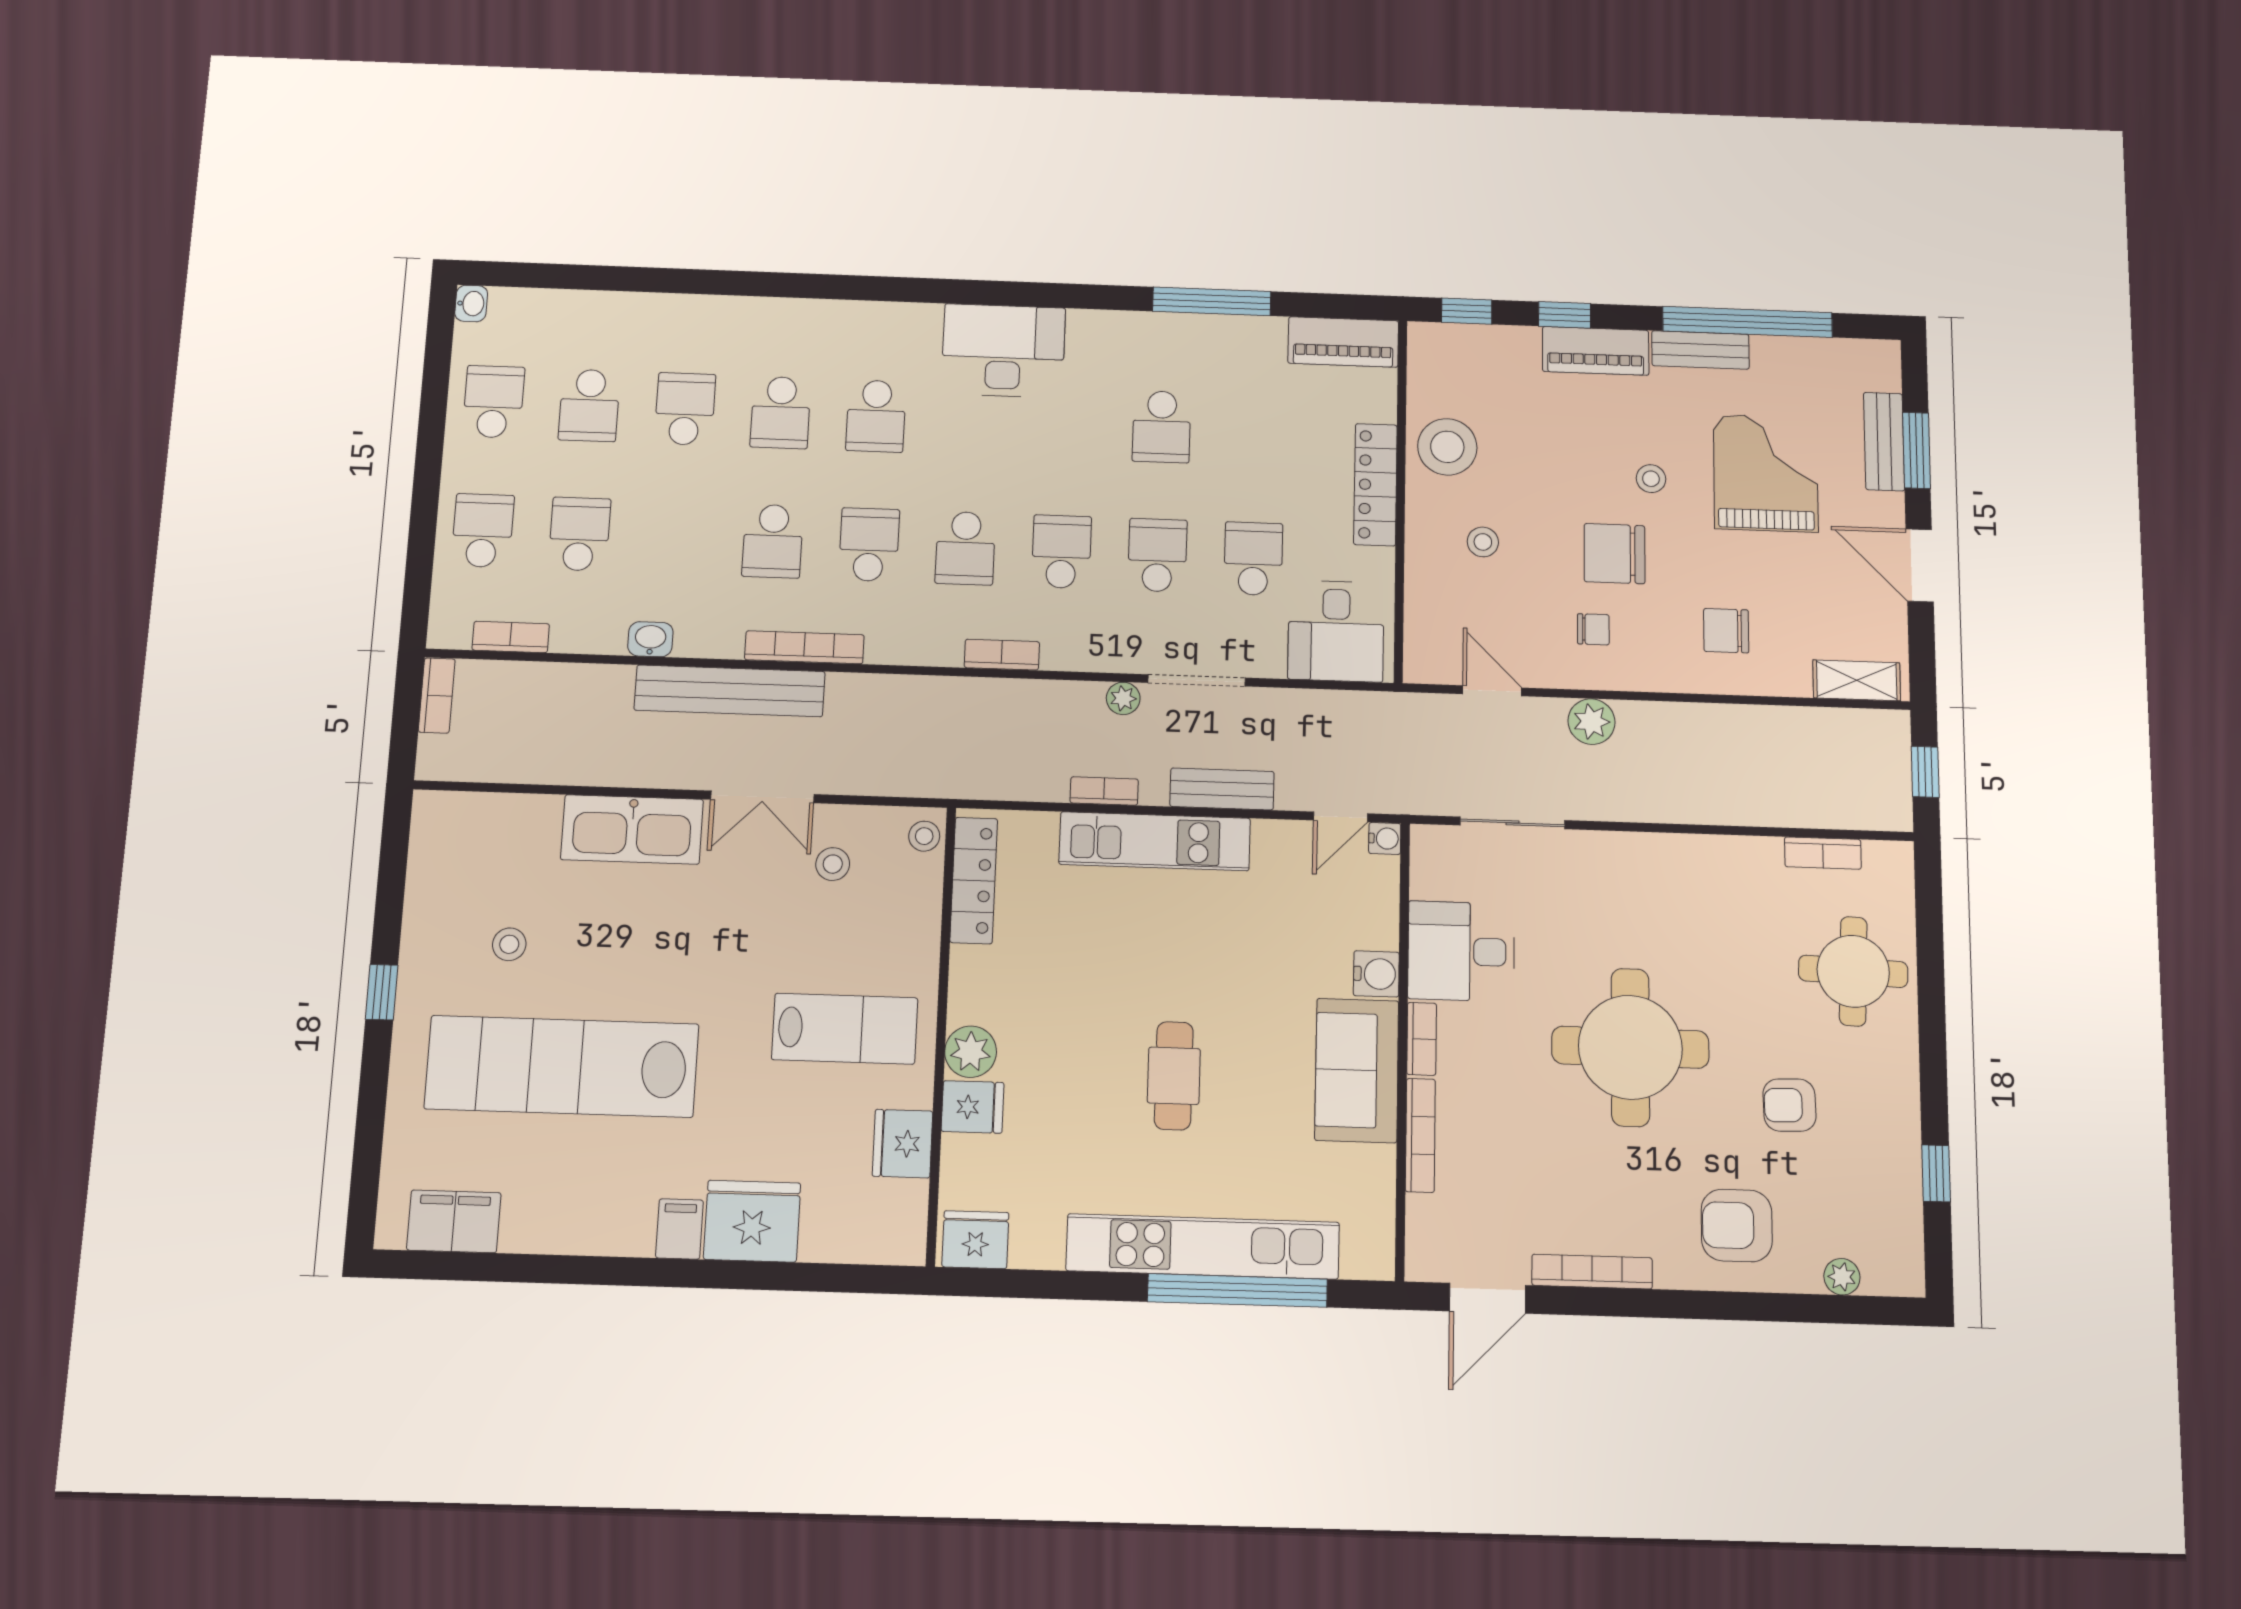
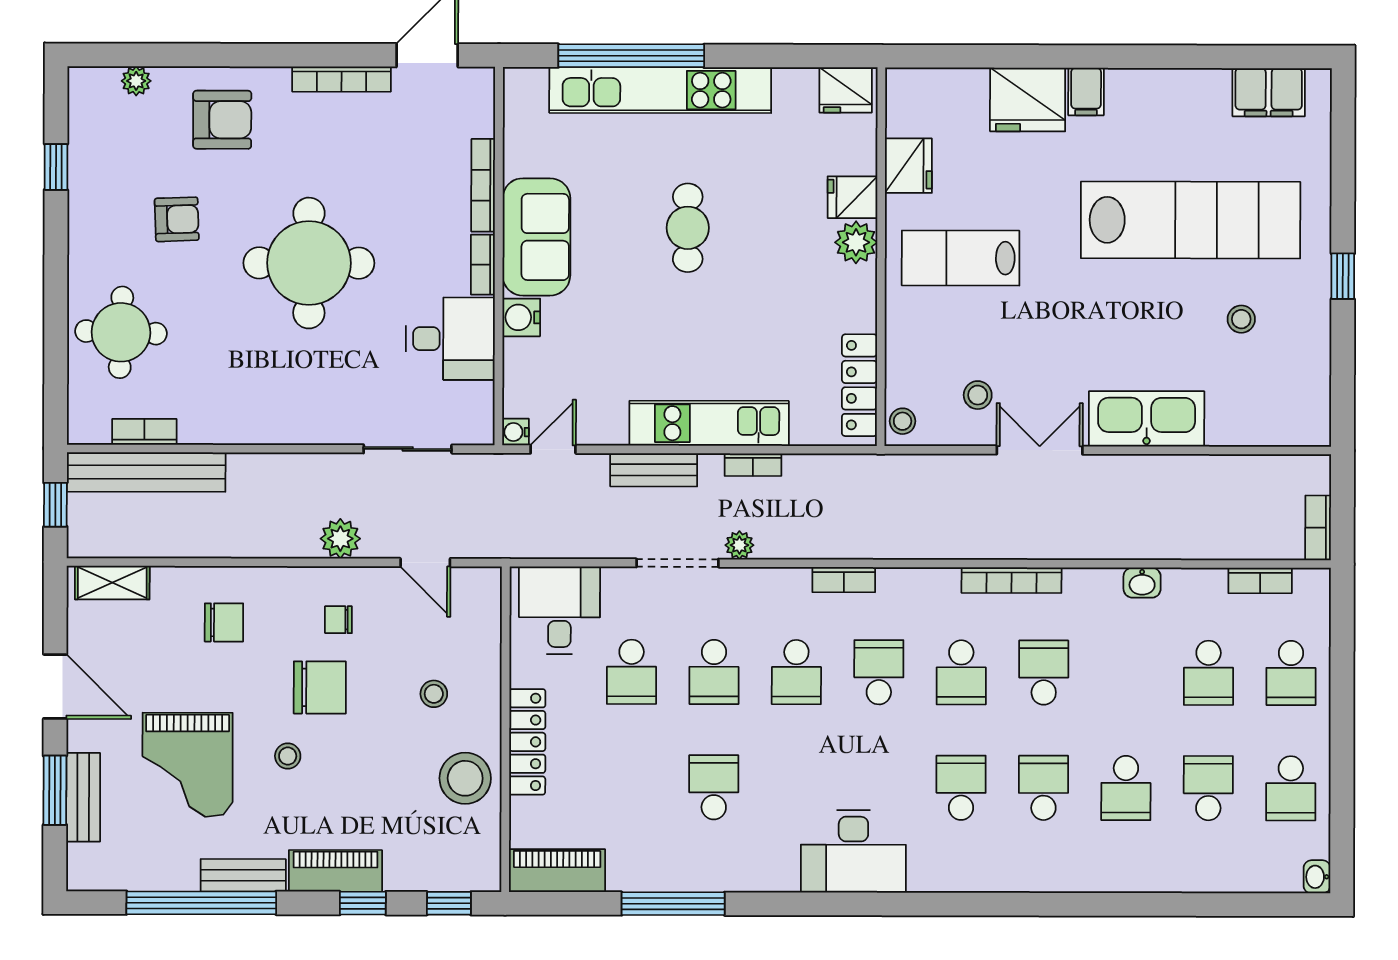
bench: (730, 691) -> (146, 472), moved

